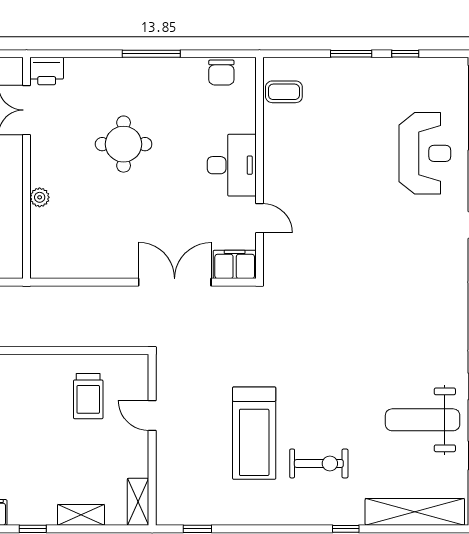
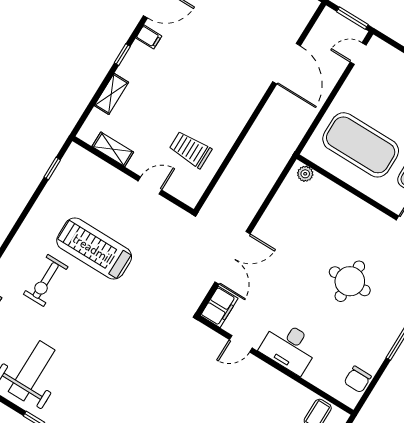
chair: (221, 73) -> (358, 379), turned -90
plant: (40, 197) -> (305, 174), moved
shelving: (138, 502) -> (113, 149), moved

